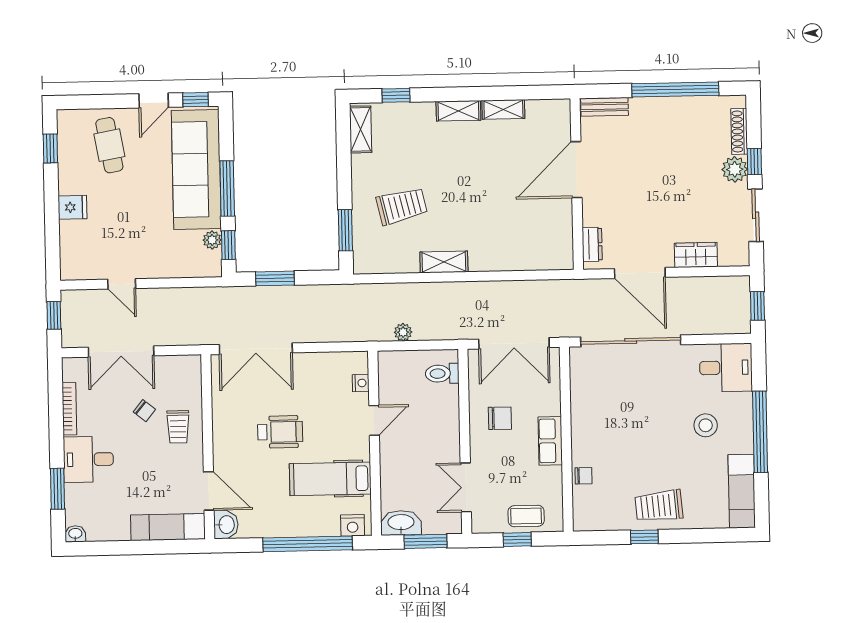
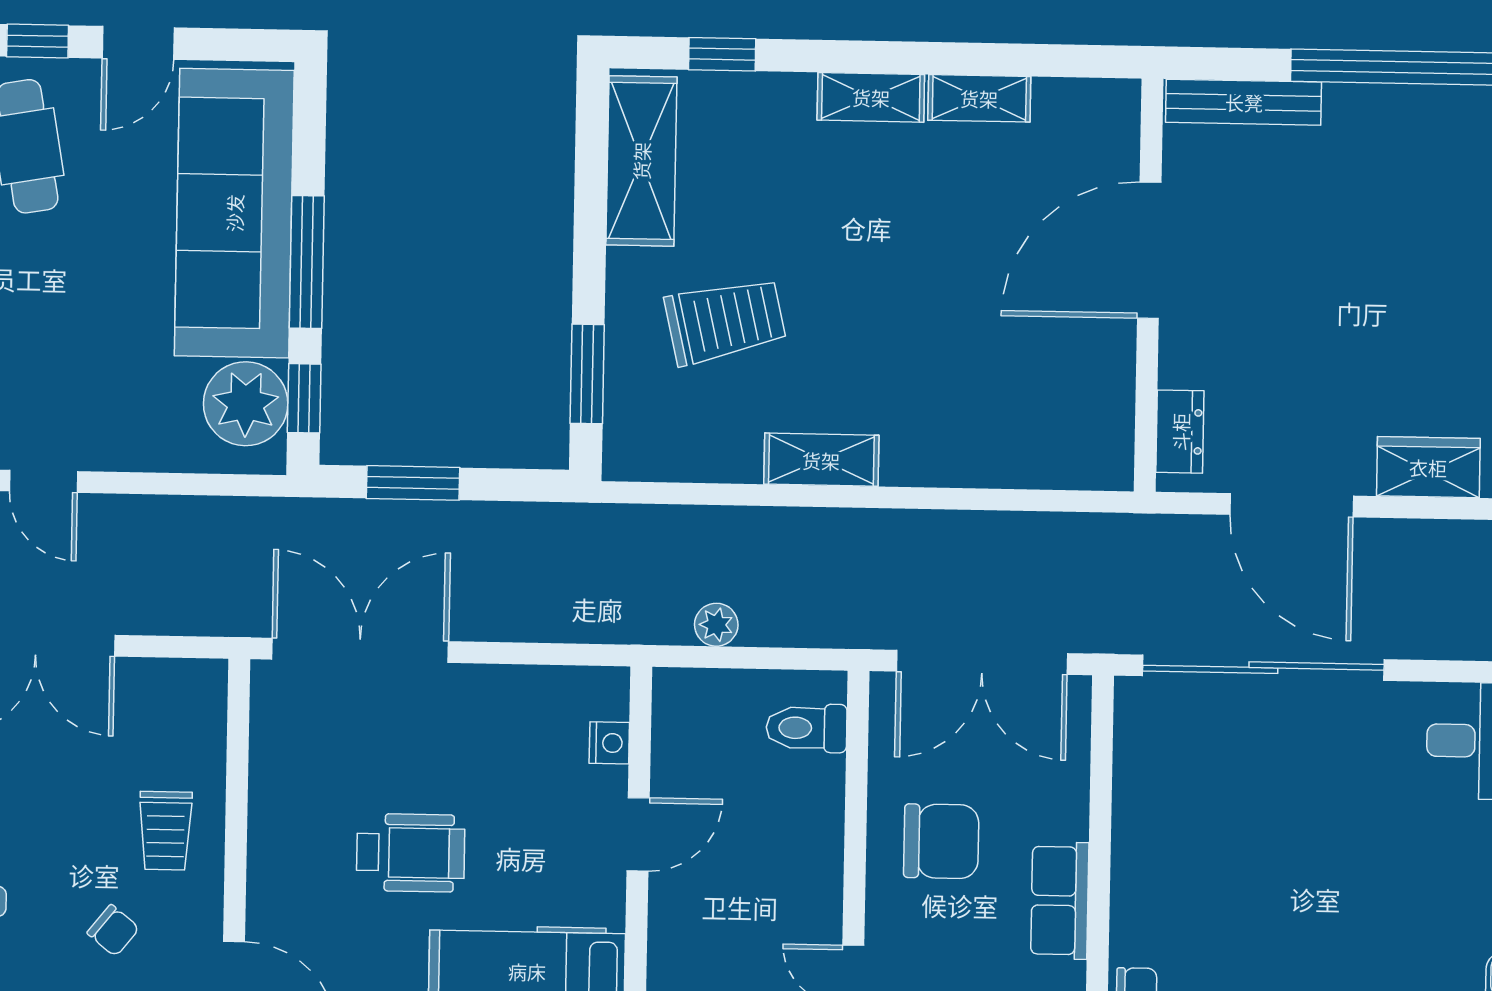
window: (196, 100) -> (38, 41), moved
bench: (604, 107) -> (1244, 102), width x1.36
shelving: (361, 129) -> (641, 161), width x1.50, depth x1.33
plant: (212, 240) -> (246, 404), width x1.87, depth x1.87
double door: (256, 349) -> (360, 650), swing flipped
chair: (144, 411) -> (113, 931), moved
chair: (500, 418) -> (941, 841), width x1.37, depth x1.37
stool: (706, 425) -> (1435, 878), removed

